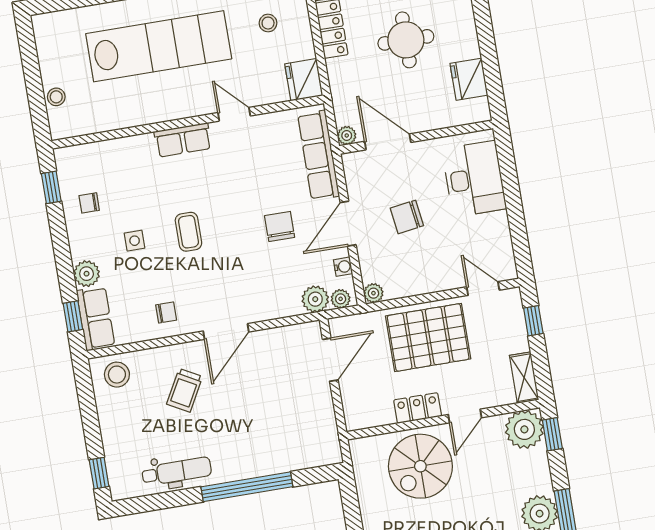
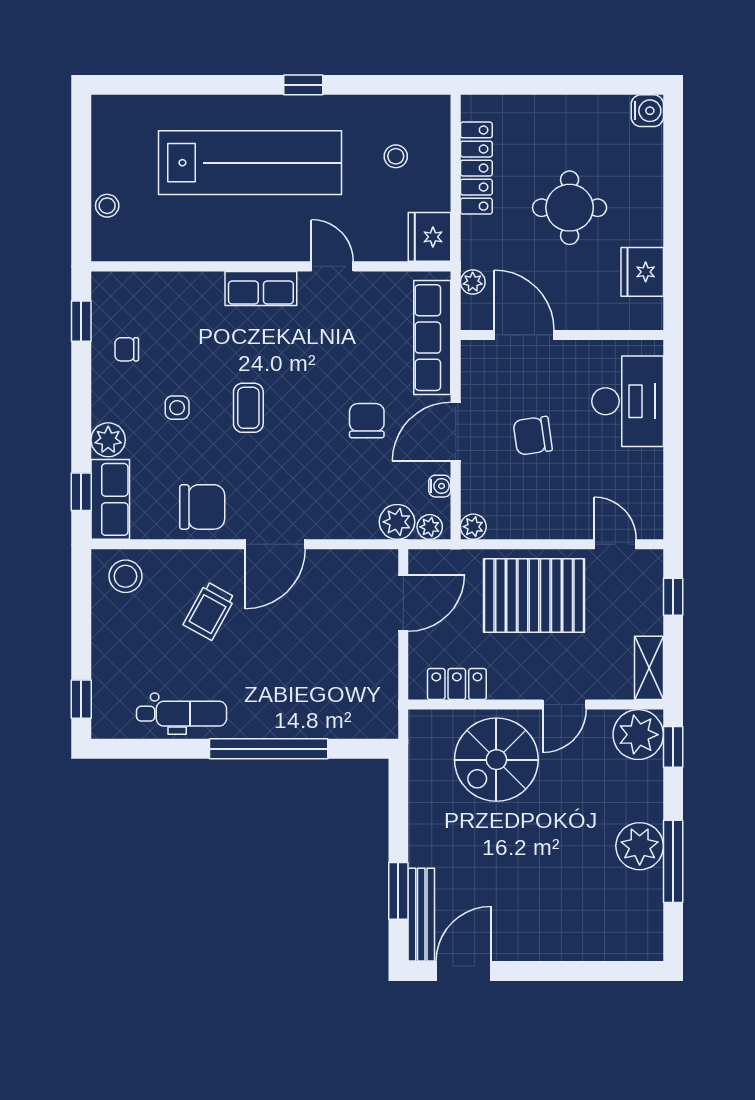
plant: (347, 135) -> (473, 282), moved
chair: (166, 313) -> (202, 507), width x1.87, depth x1.87
locker: (418, 408) -> (457, 684), moved

